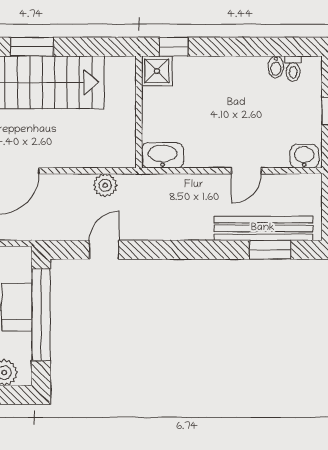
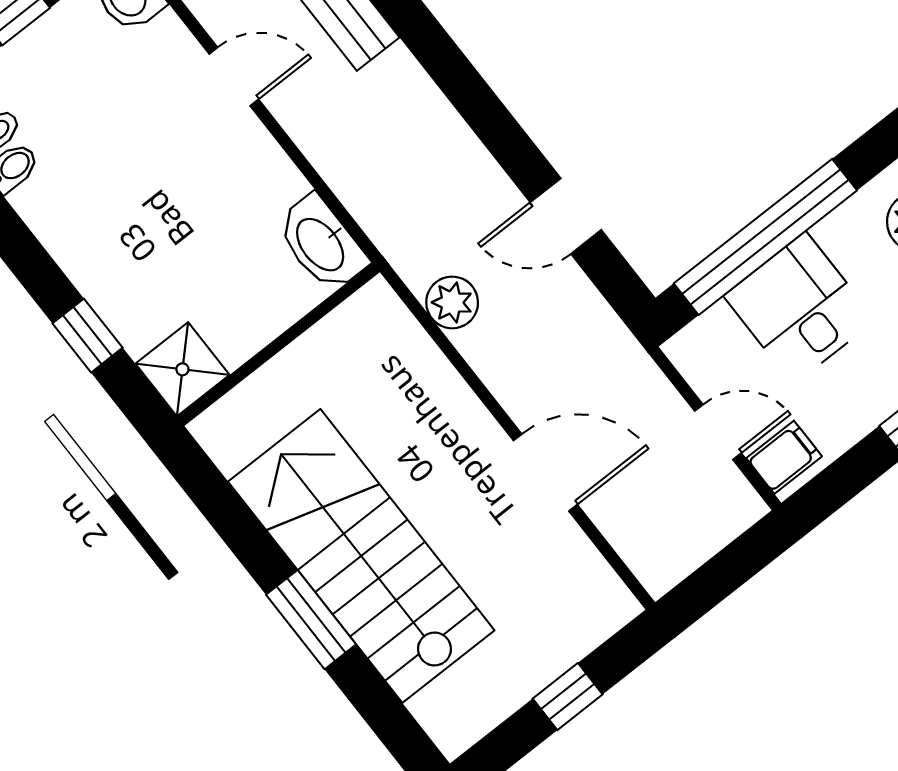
window: (174, 47) -> (88, 336), moved

